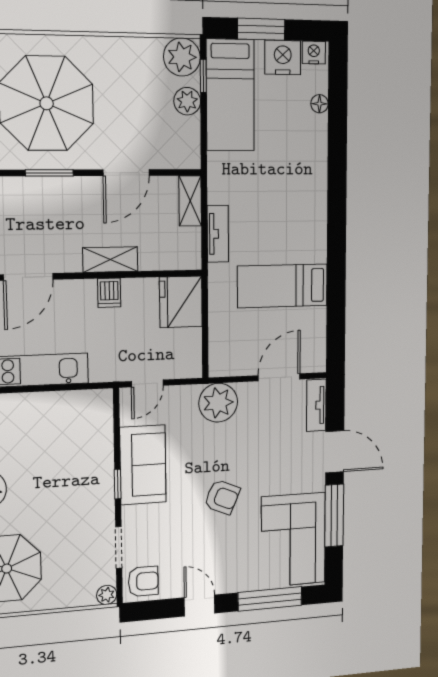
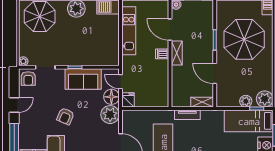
shelving: (110, 260) -> (177, 53), moved
dishwasher: (109, 293) -> (162, 54), moved
fridge: (181, 302) -> (128, 100), moved, width x0.53, depth x0.75
floor lamp: (180, 402) -> (111, 97), added

